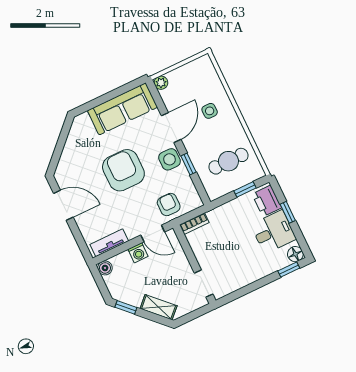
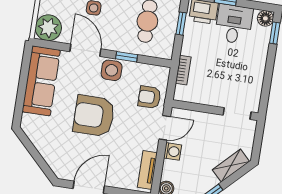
plant: (161, 83) -> (48, 28), width x1.88, depth x1.88
bookcase: (194, 224) -> (183, 70), moved

